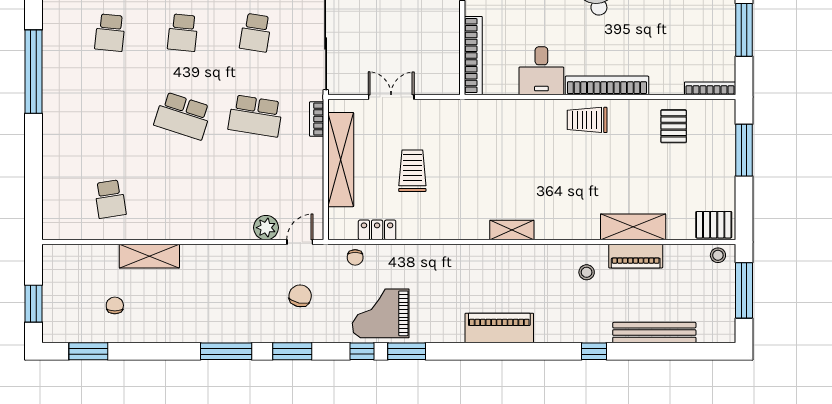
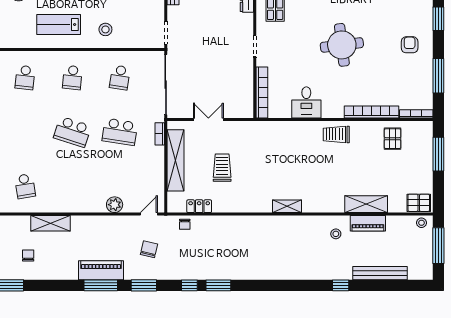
bookcase: (607, 85) -> (371, 112), moved
plant: (266, 228) -> (115, 205), moved
grand piano: (381, 313) -> (202, 261), removed
piano: (499, 328) -> (101, 270), moved

